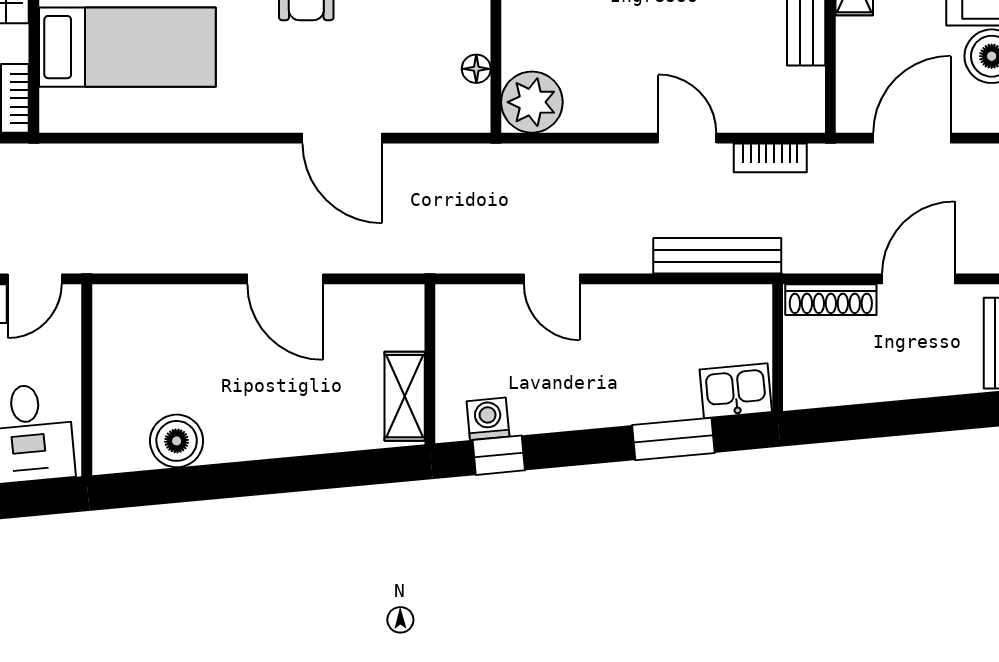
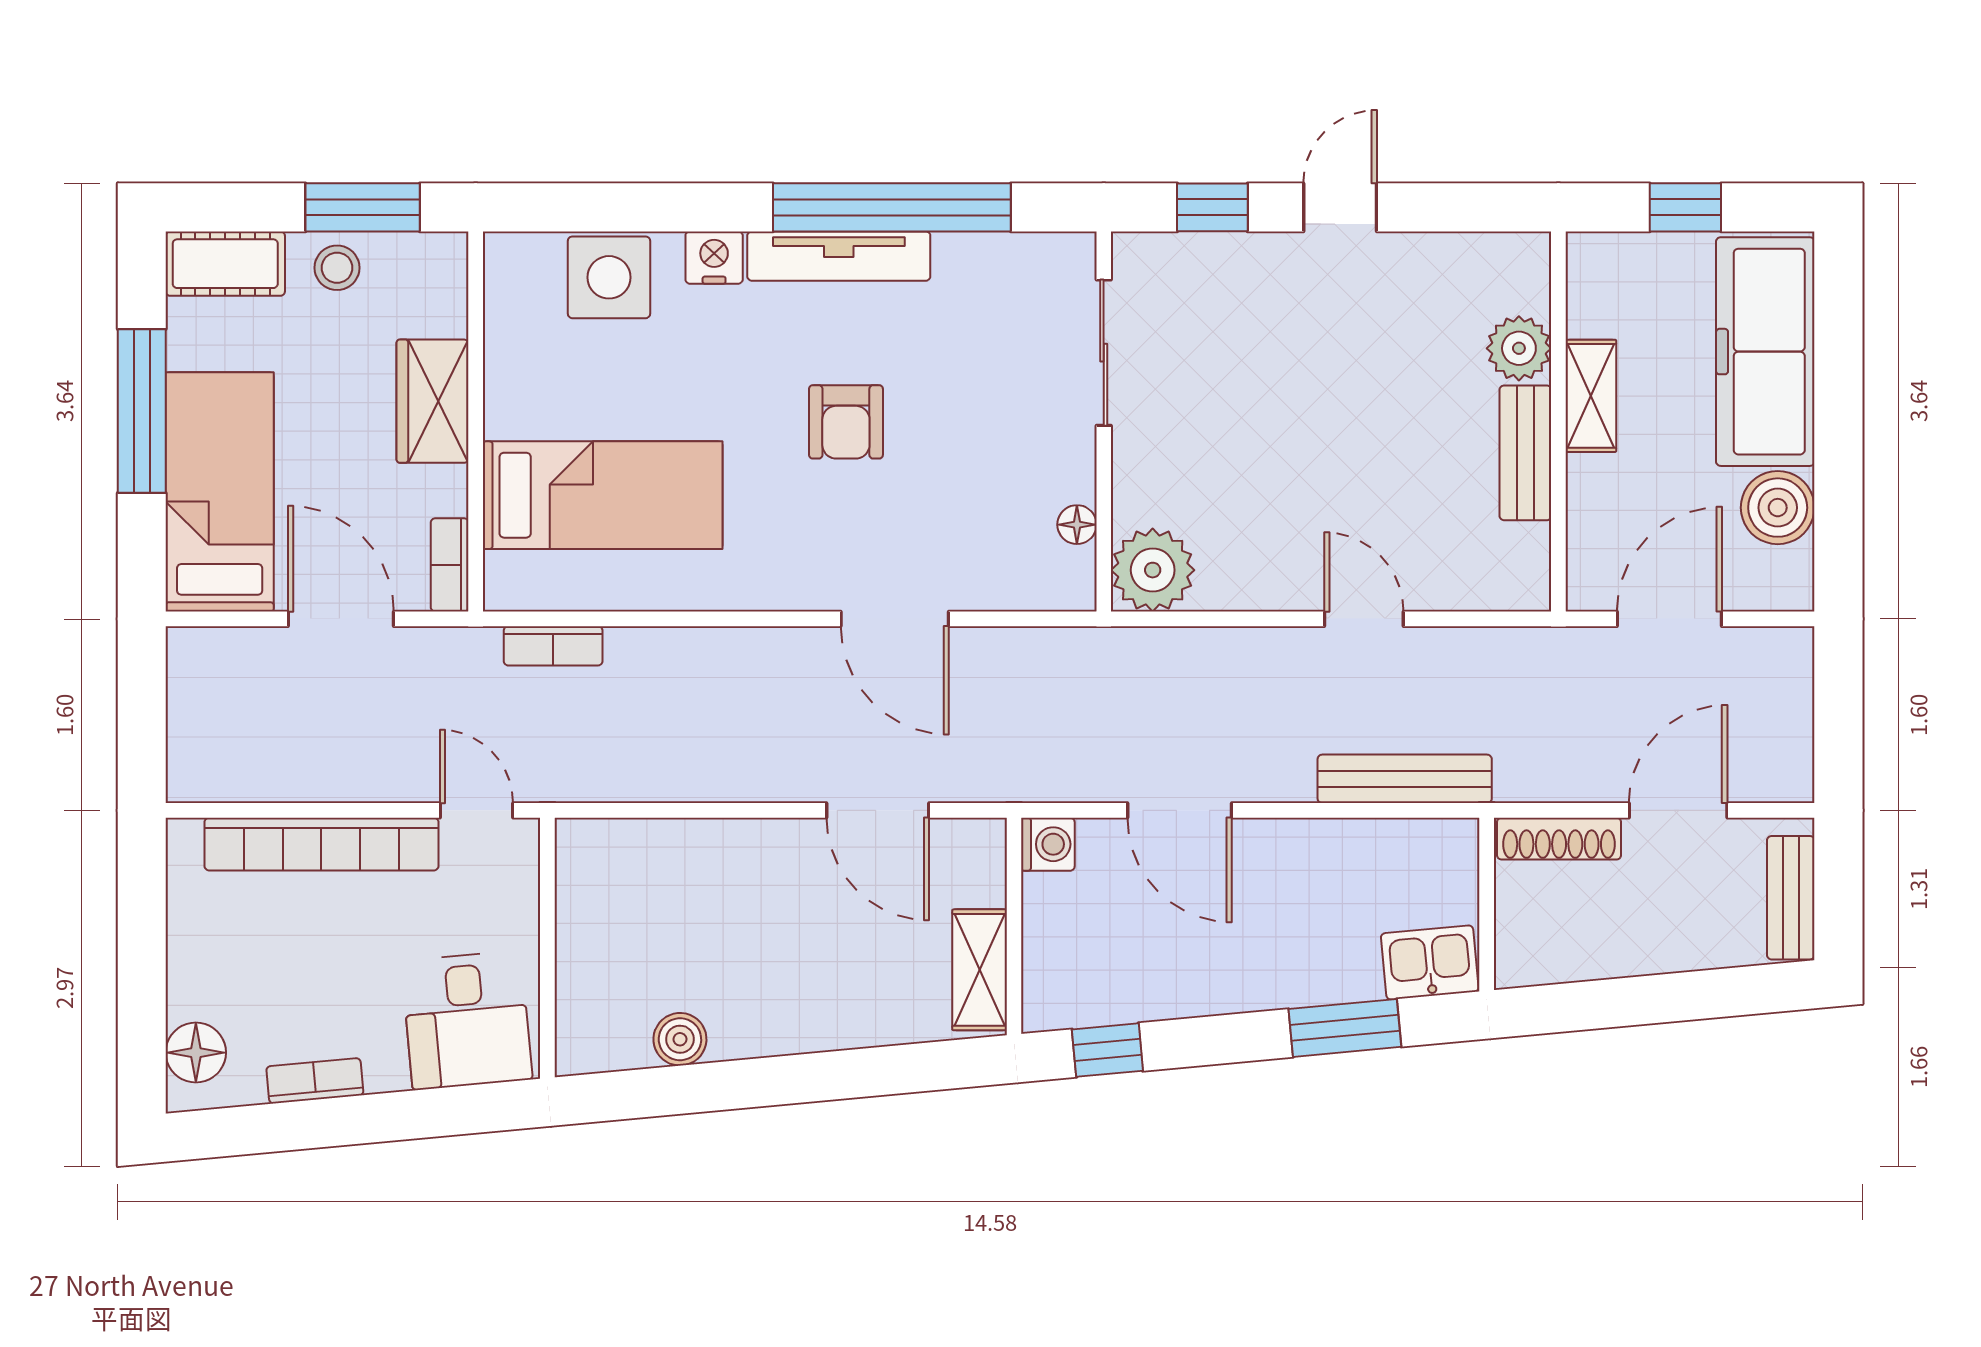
bookcase: (770, 158) -> (553, 646), moved
door: (35, 279) -> (476, 810), swing flipped
door: (285, 279) -> (878, 810), moved
door: (552, 279) -> (1180, 810), width x1.38
washing machine: (488, 419) -> (1048, 844), moved, turned 95
boiler: (177, 441) -> (680, 1039), width x0.73, depth x0.73

